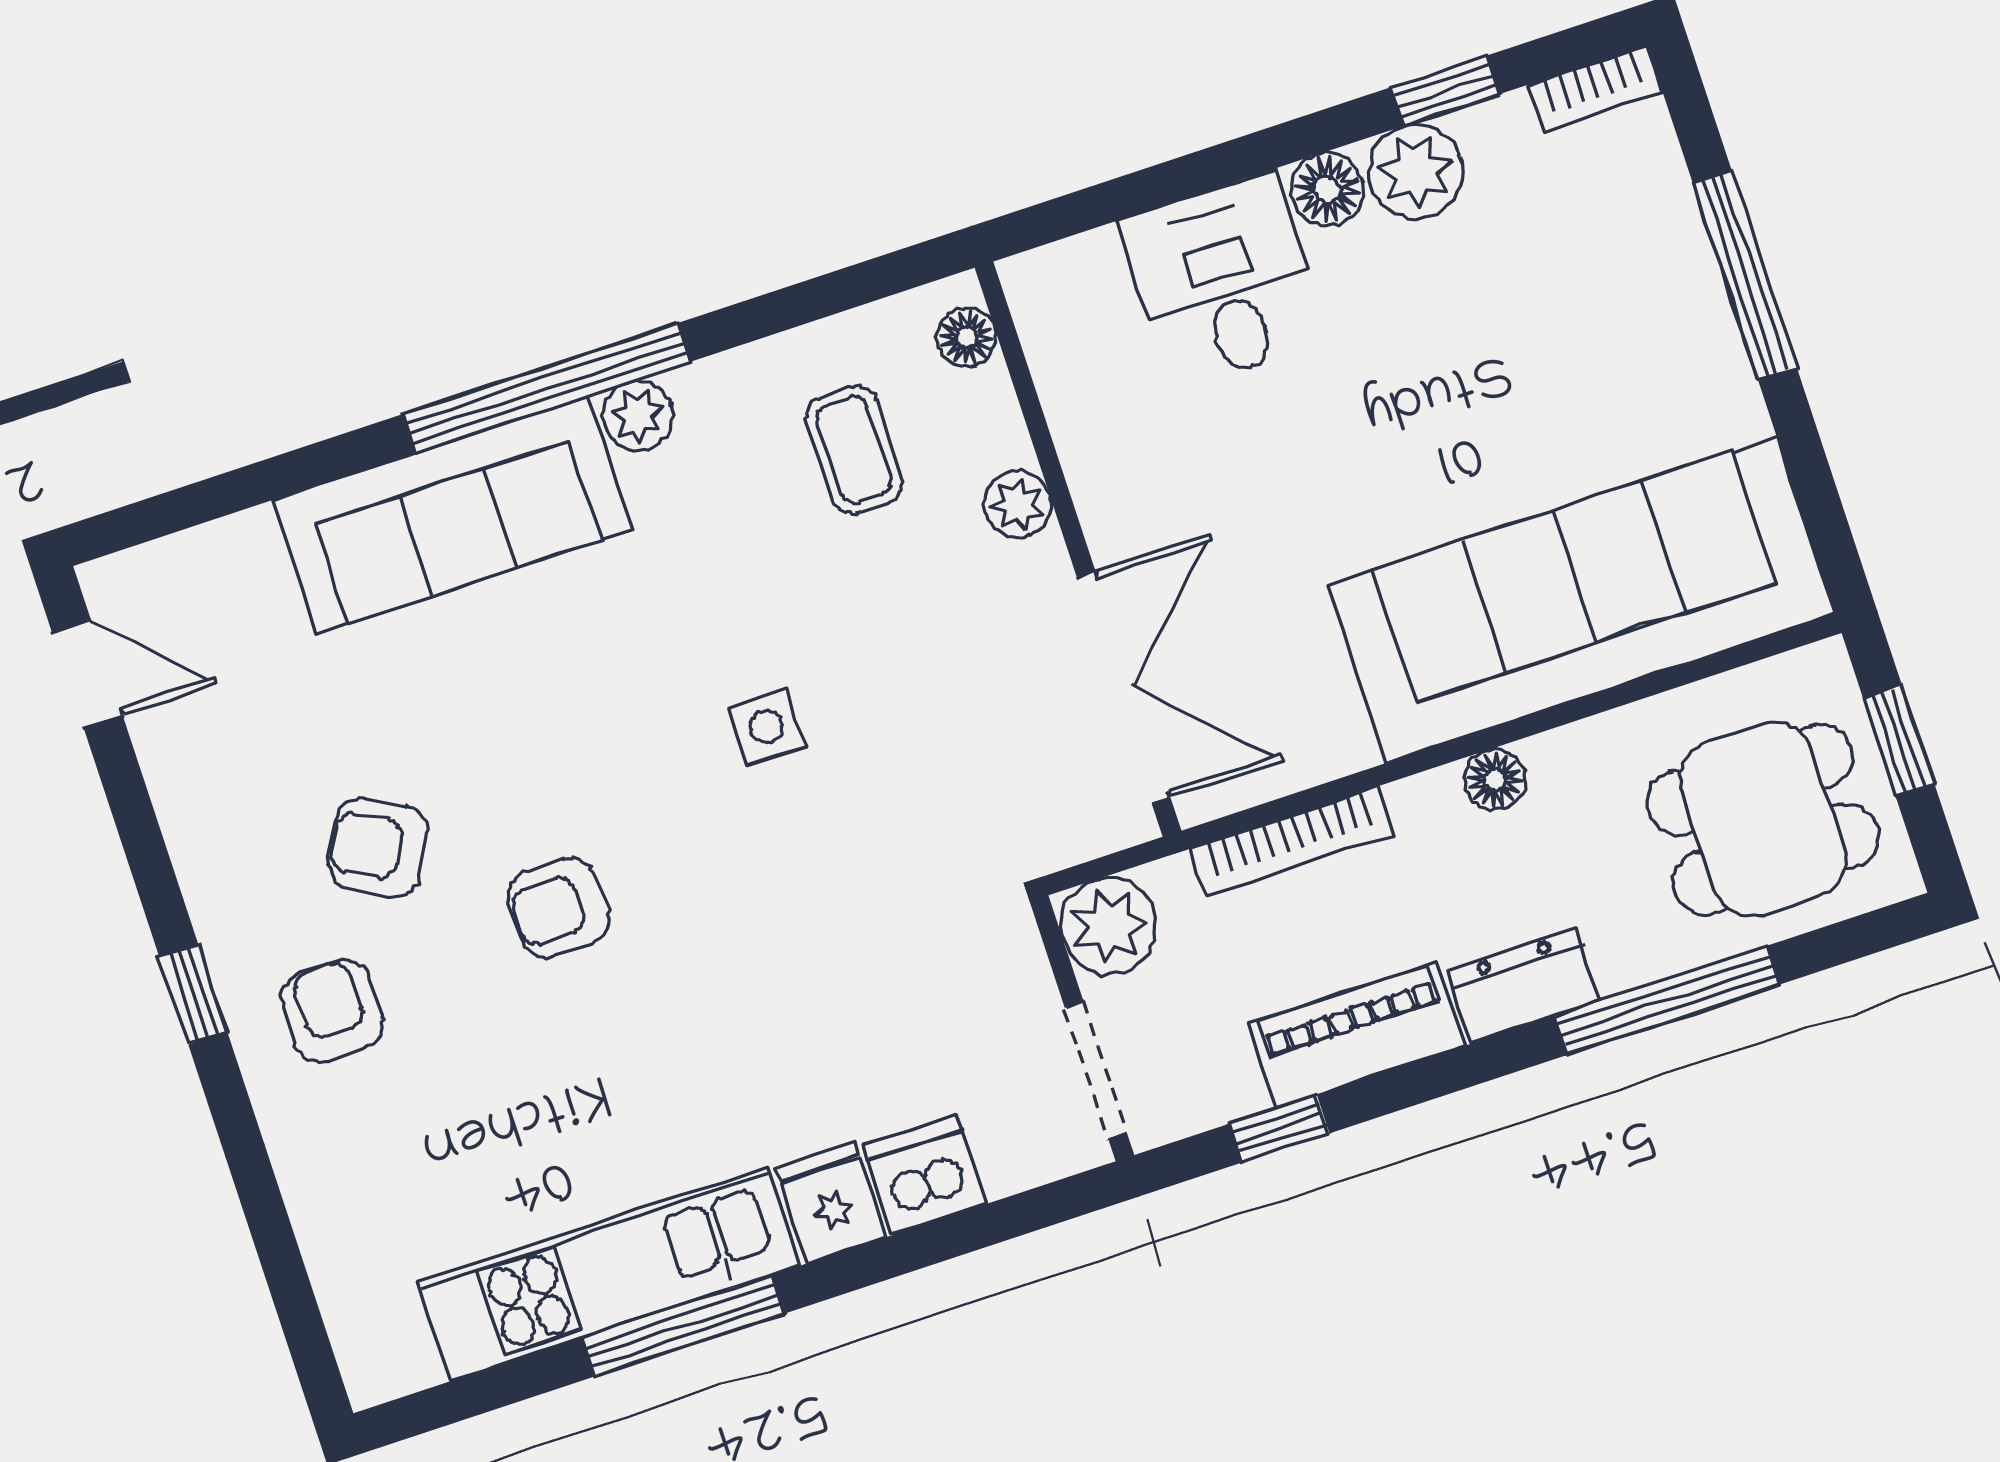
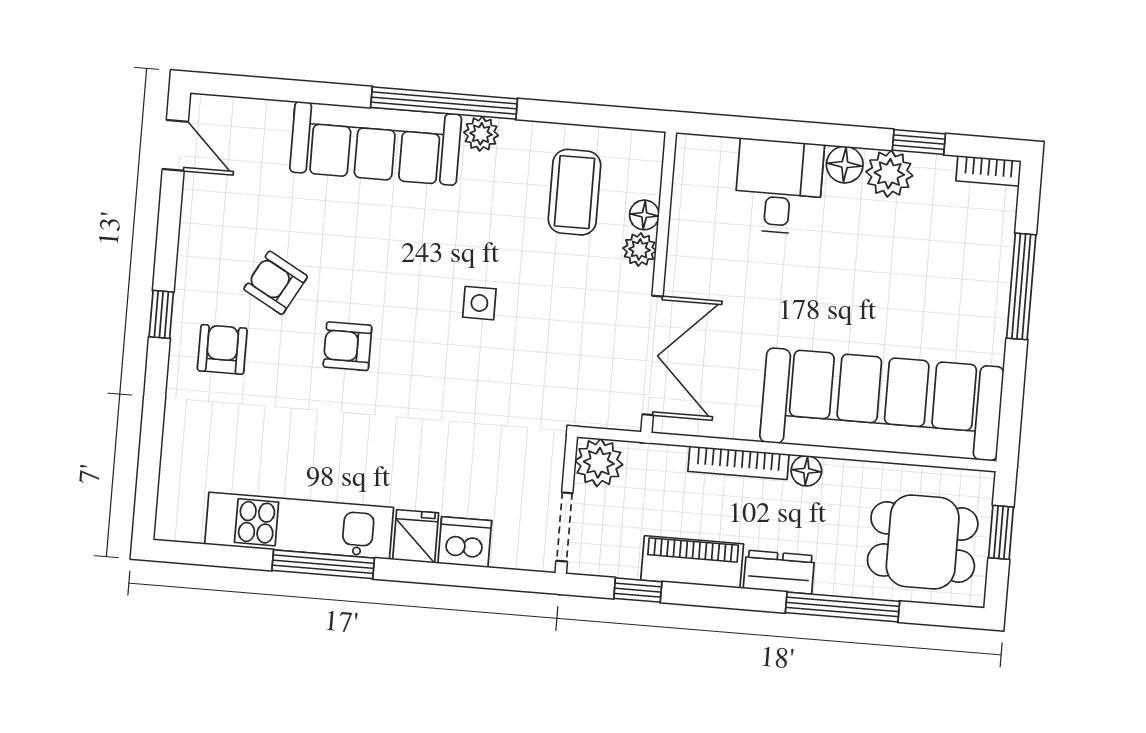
floor lamp: (966, 337) -> (644, 215), moved
coffee table: (854, 450) -> (574, 192), width x1.36, depth x1.30
bookcase: (1292, 841) -> (739, 463), moved

